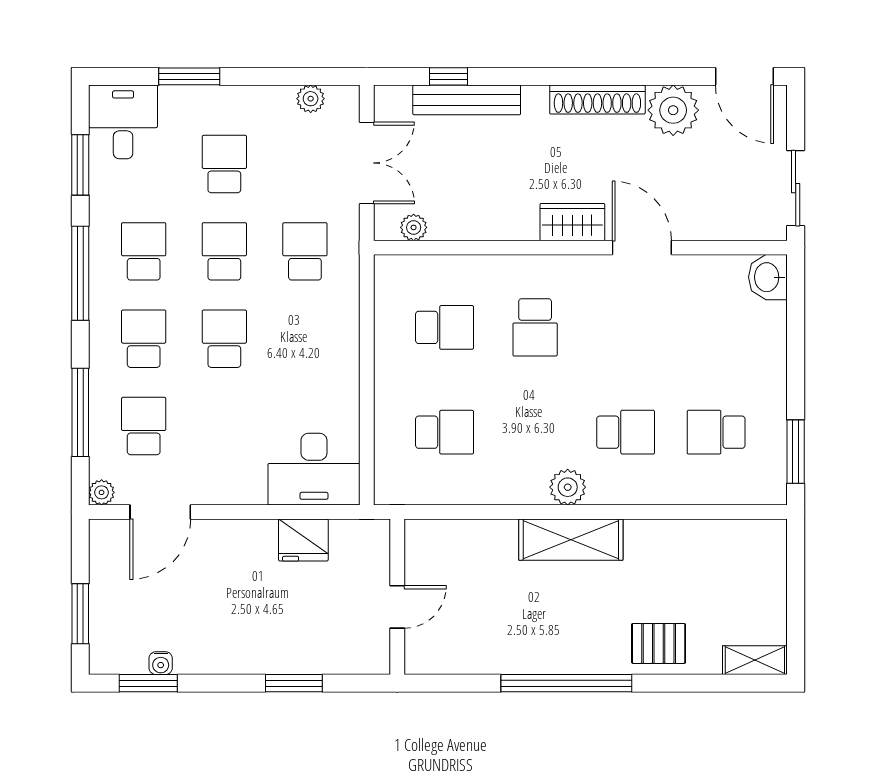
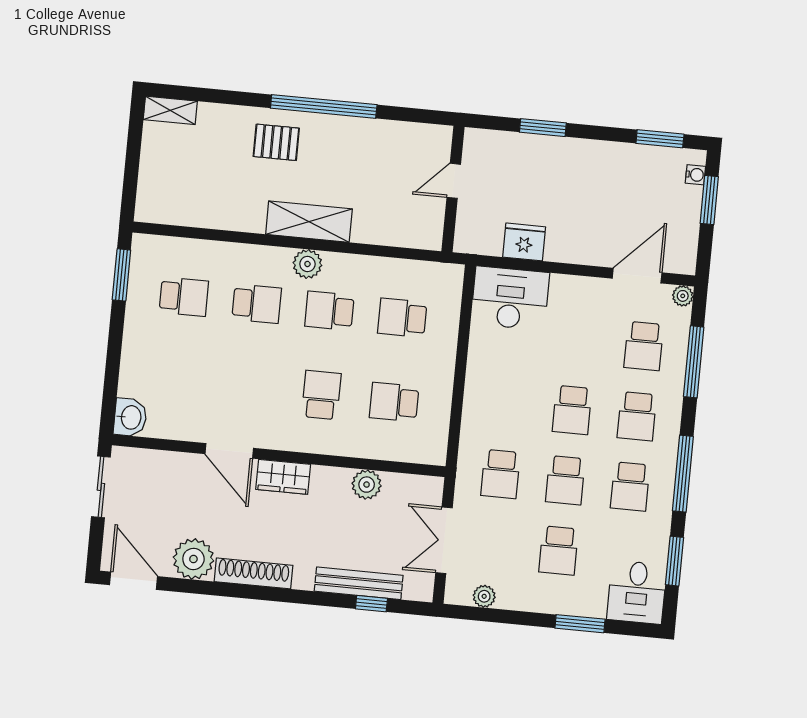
plant: (414, 227) -> (367, 485), moved, width x1.38, depth x1.38
school desk: (535, 432) -> (329, 311), added
school desk: (626, 432) -> (257, 304), turned 180
pallet: (659, 643) -> (276, 142), moved
water cooler: (161, 663) -> (695, 175), moved, turned 90

